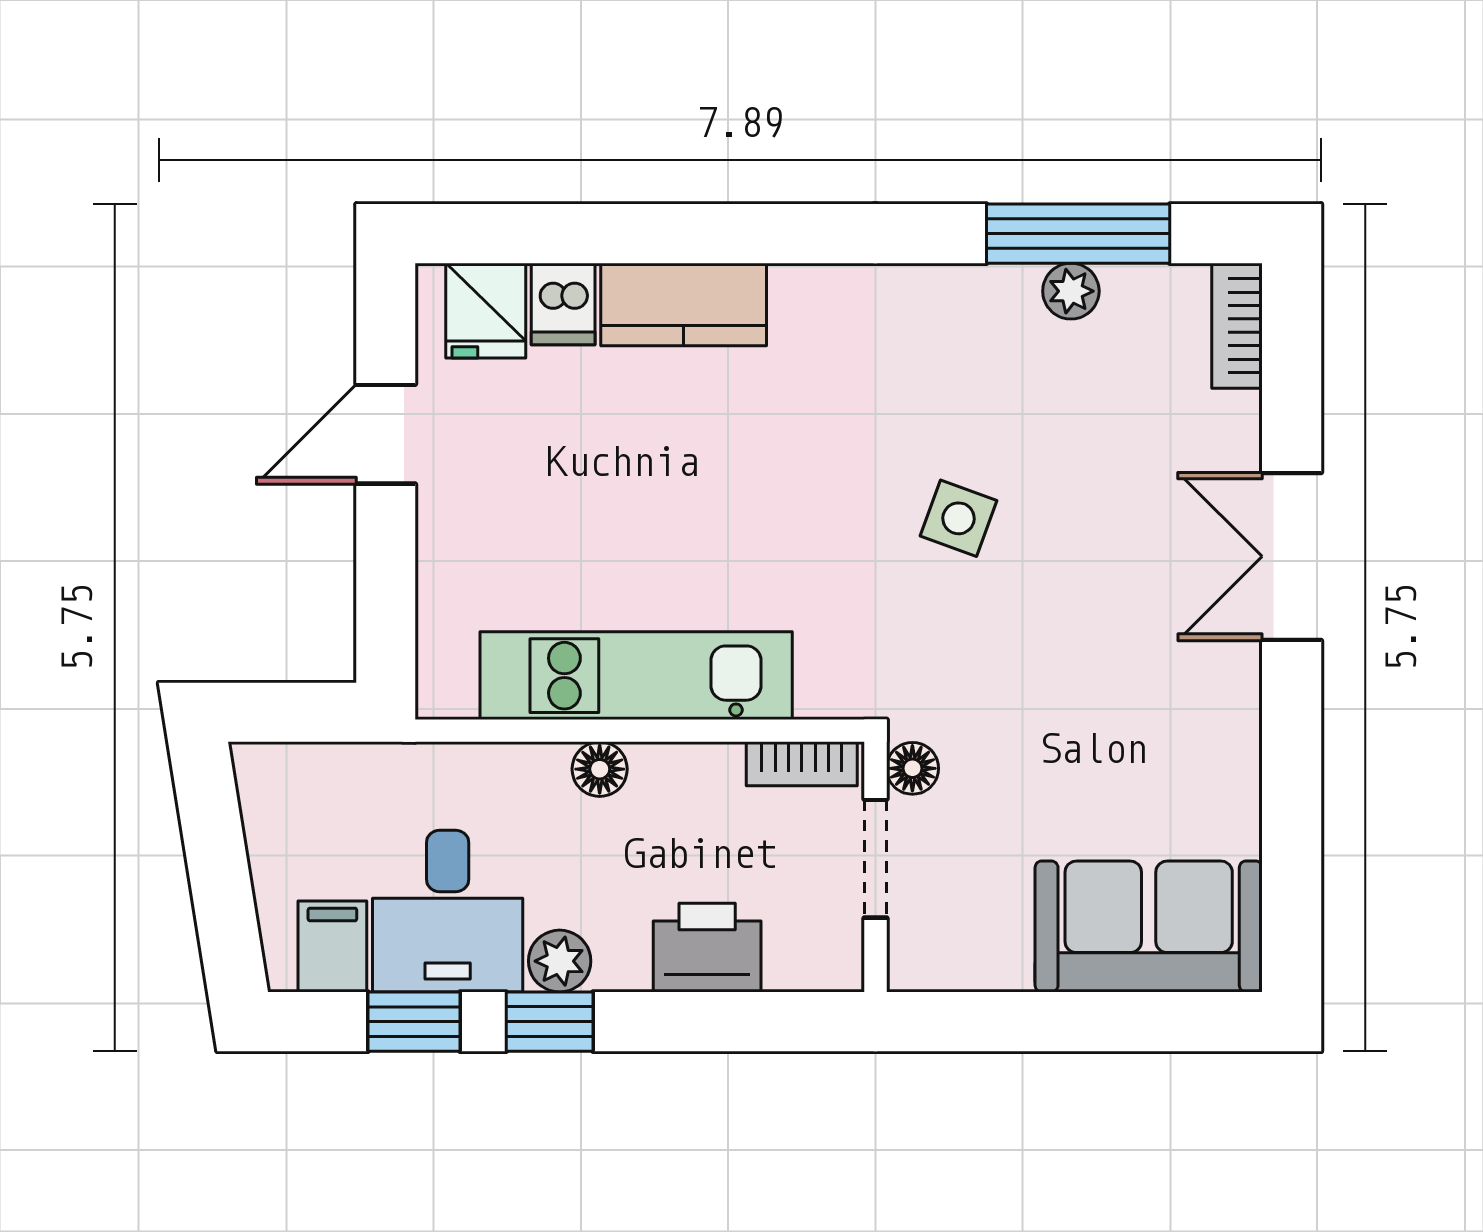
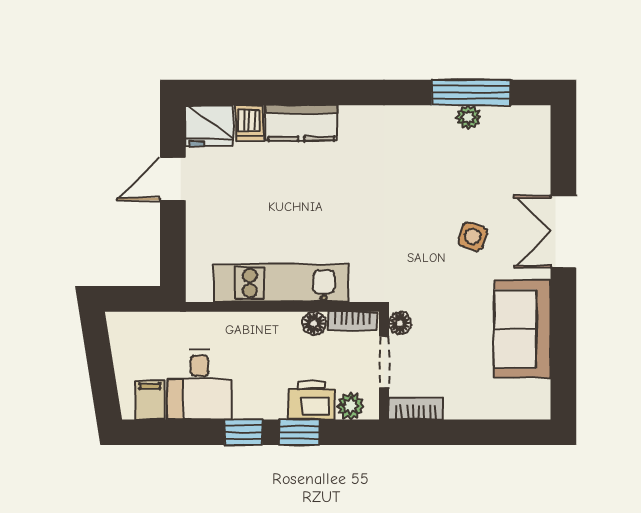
fridge: (486, 311) -> (209, 126), width x1.38
bookcase: (1237, 326) -> (416, 409), moved, turned 90
side table: (959, 518) -> (473, 236), moved
floor lamp: (600, 769) -> (314, 323), moved
sofa: (1149, 927) -> (522, 329), moved, turned -90
plant: (560, 961) -> (351, 406), moved
window: (414, 1022) -> (300, 432), moved

